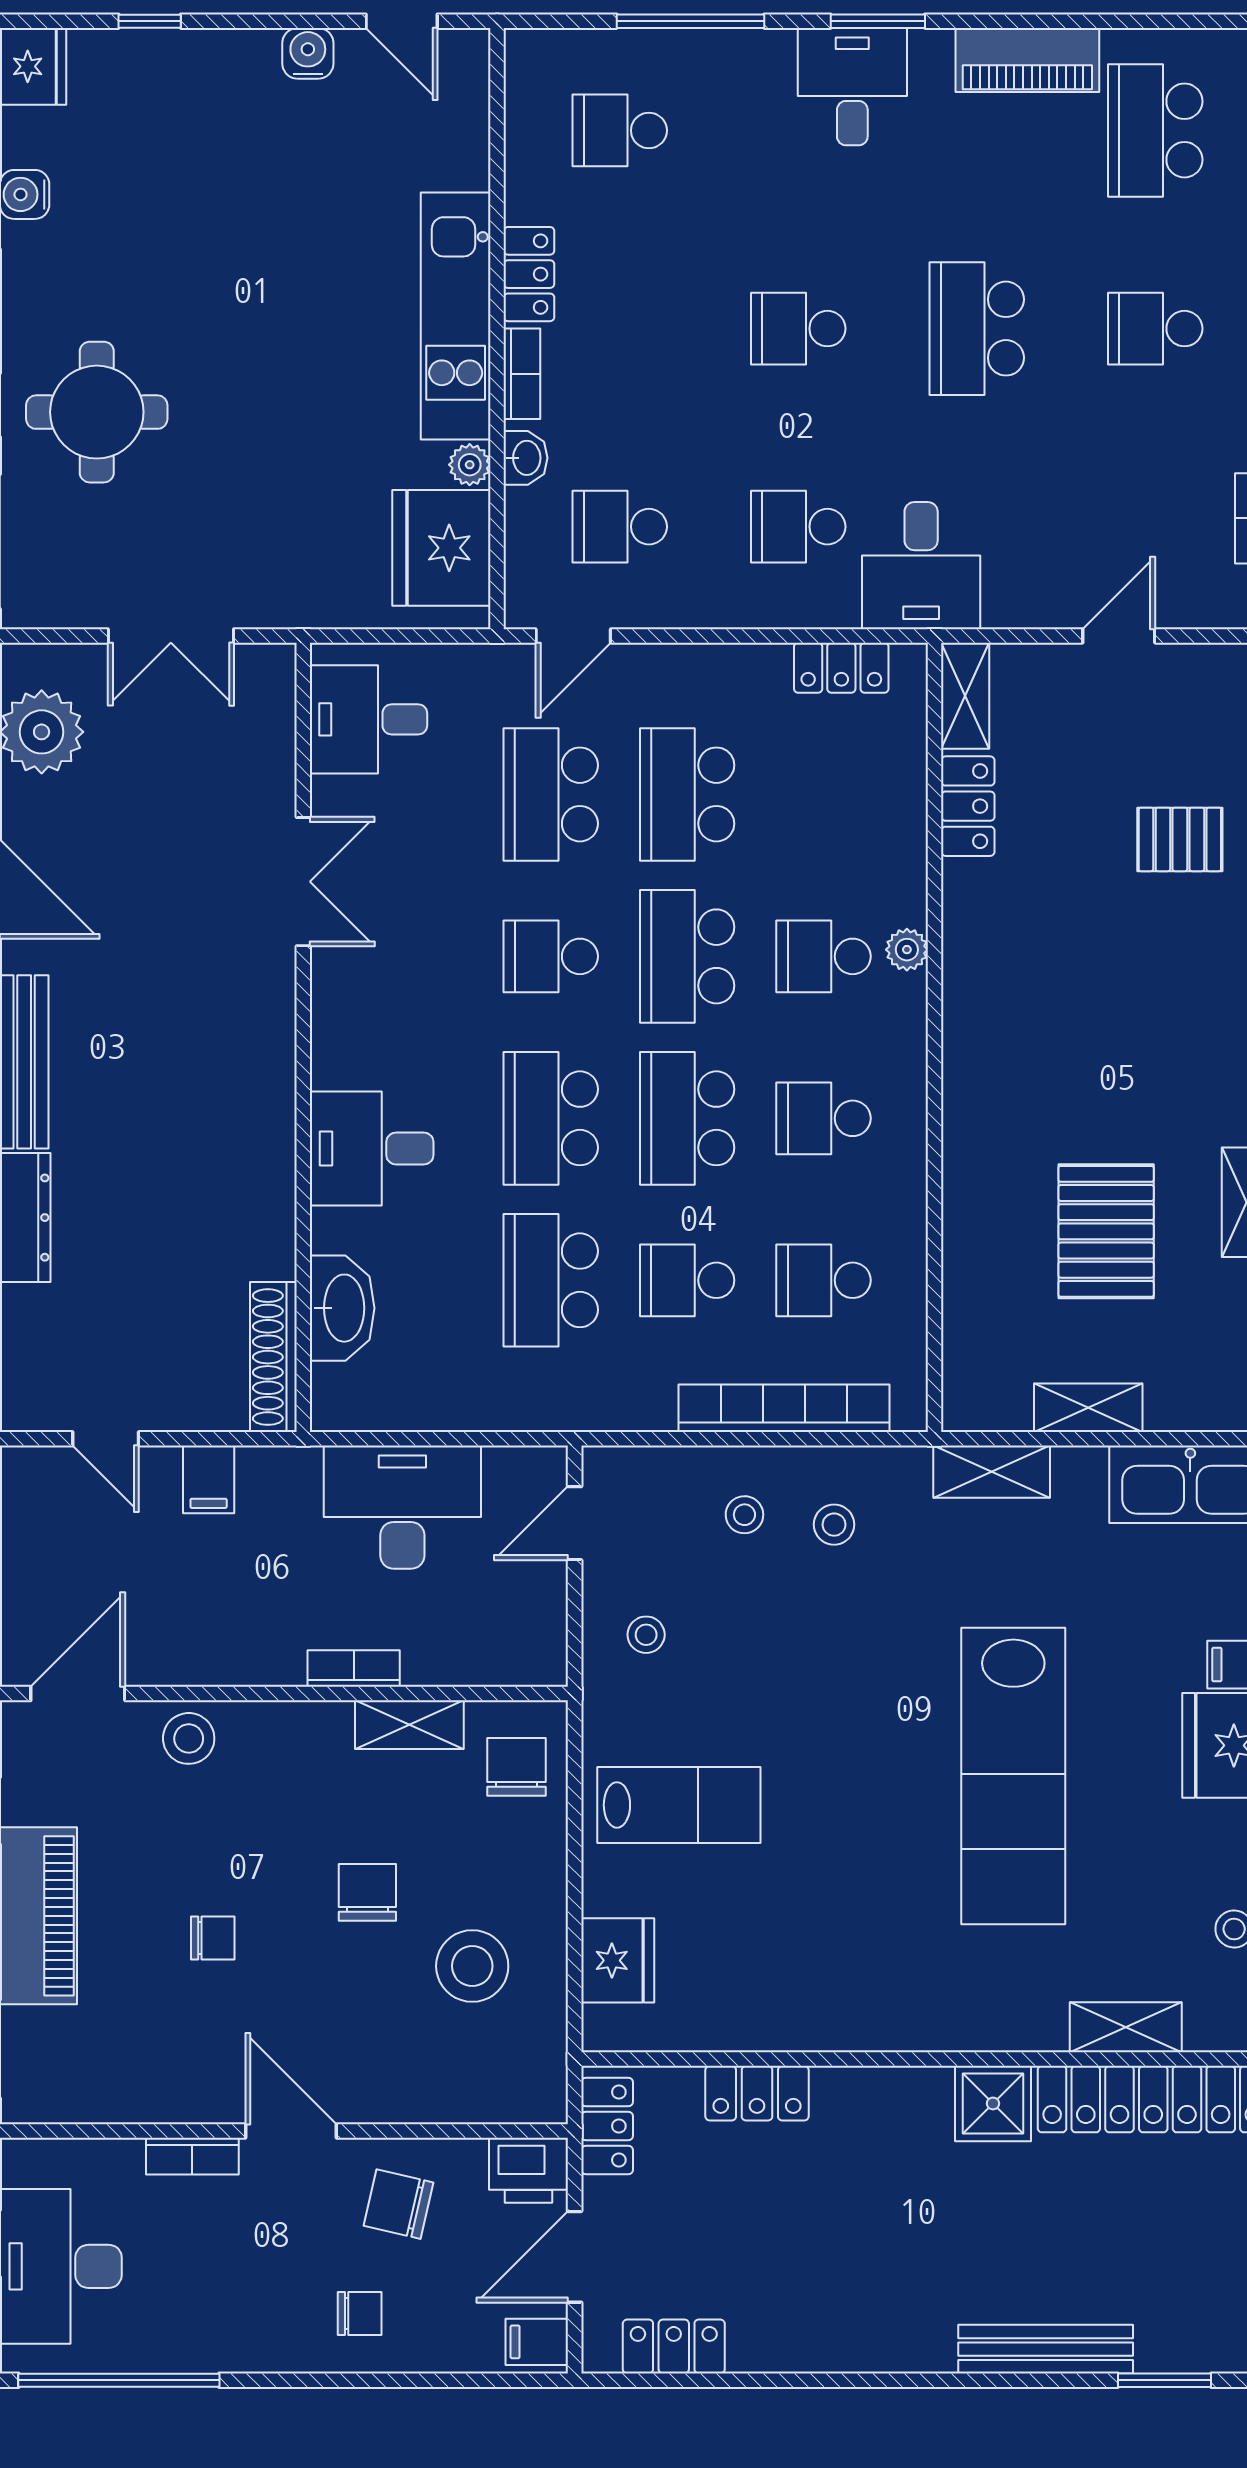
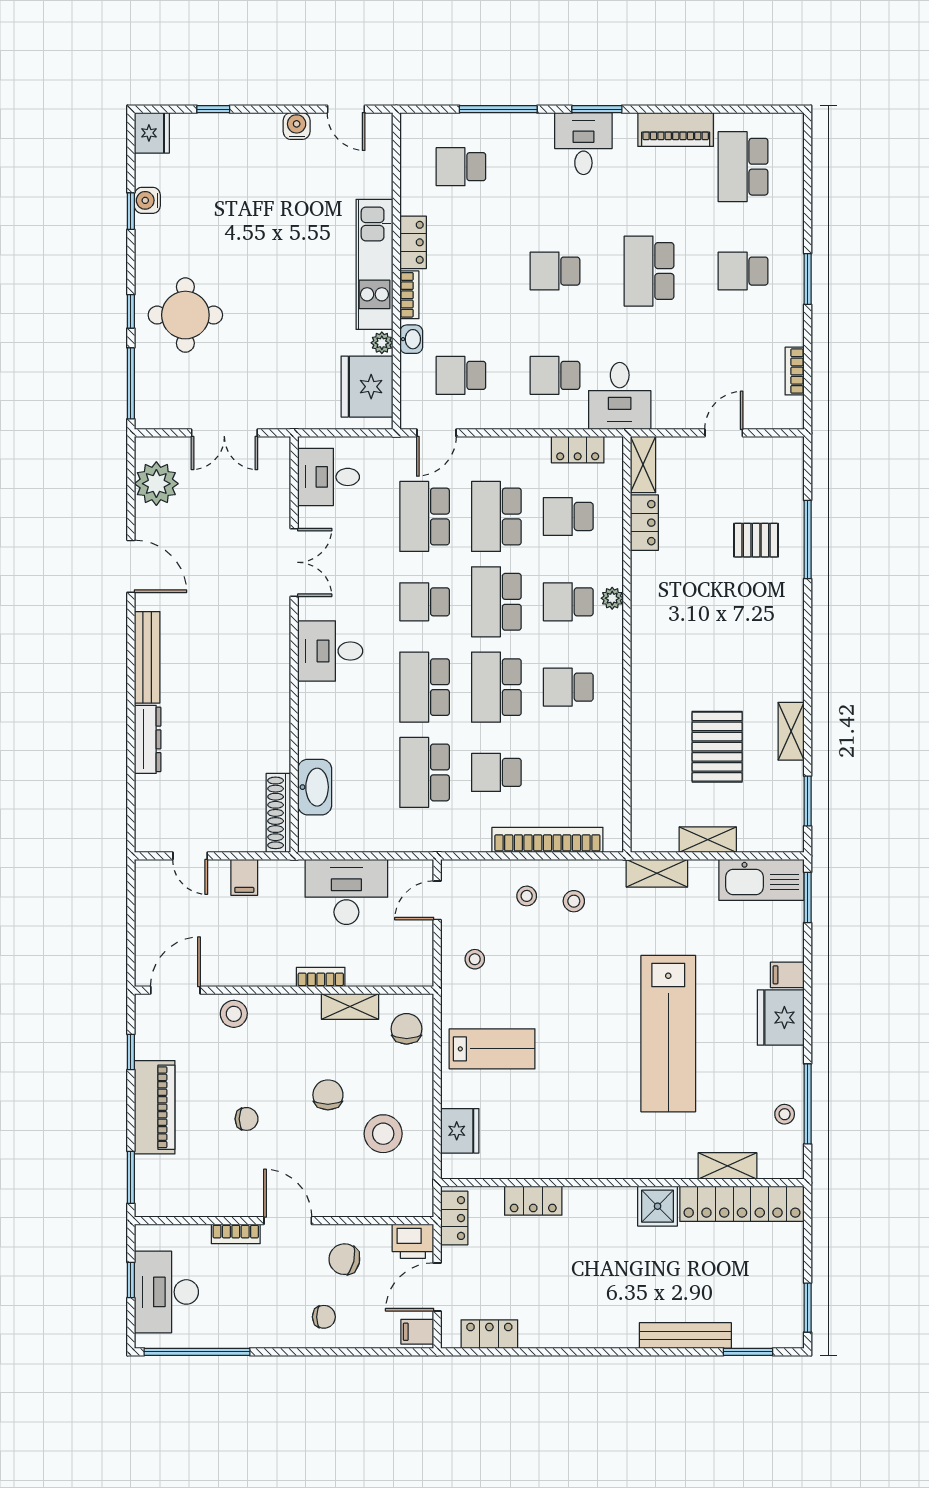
desk: (372, 1149) -> (330, 651), moved
school desk: (824, 1280) -> (568, 516), moved

